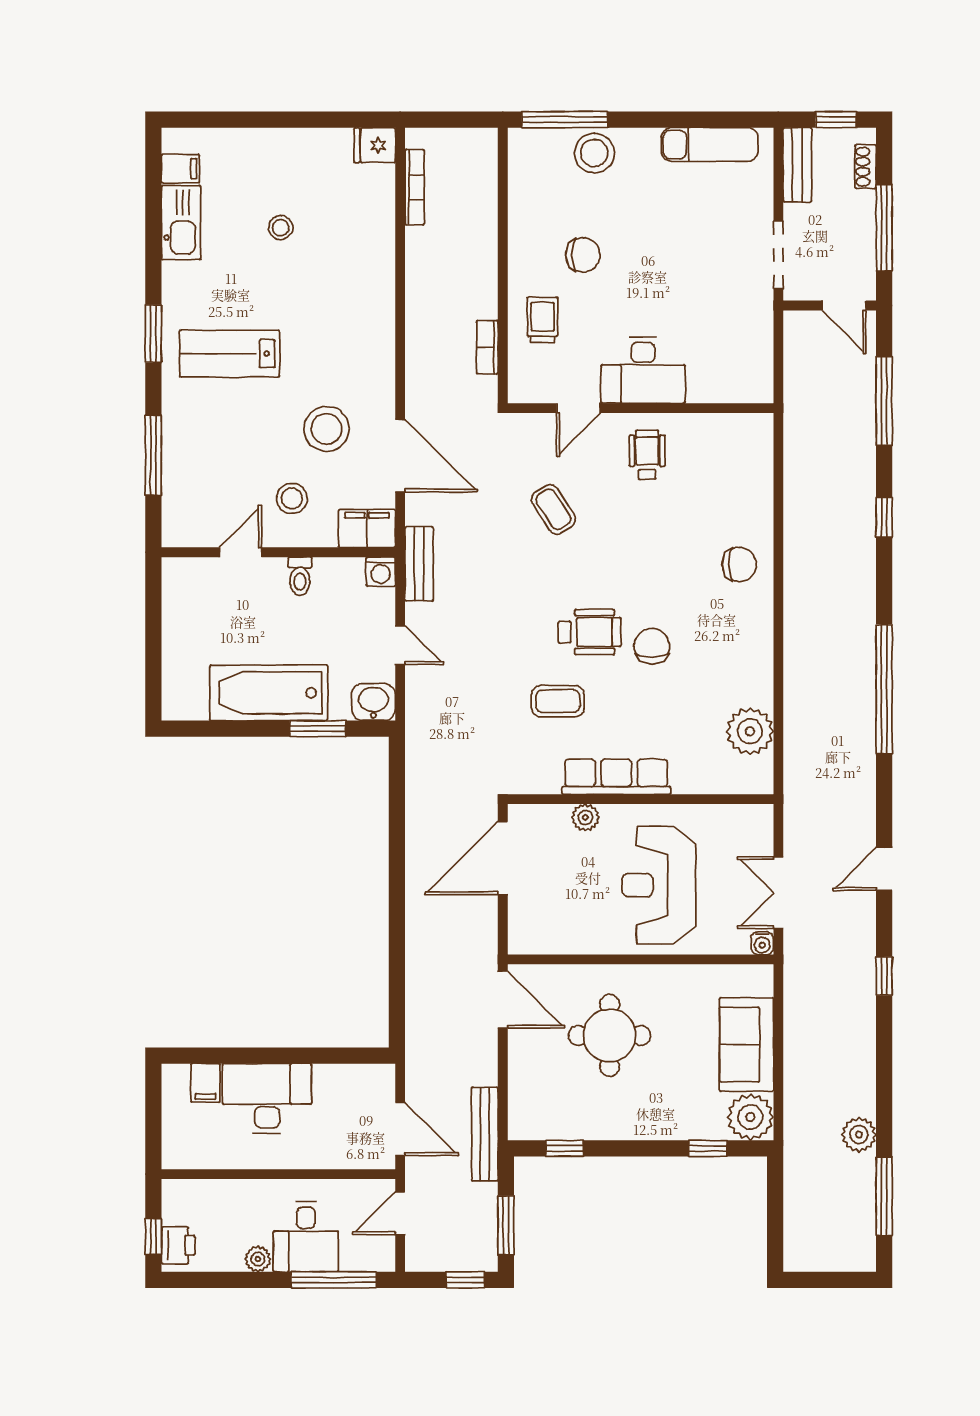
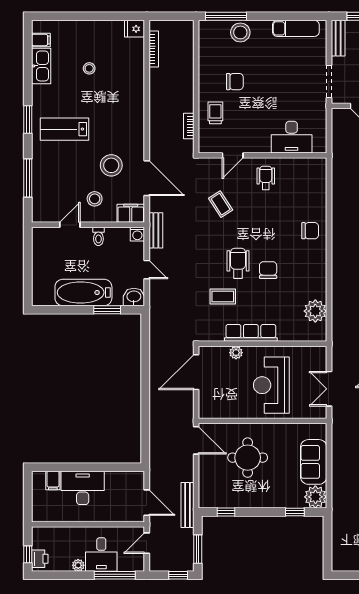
desk: (643, 370) -> (292, 137), moved
wheelchair: (590, 632) -> (238, 263), turned -90
water cooler: (762, 943) -> (321, 413), removed

